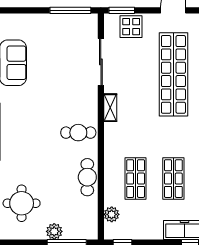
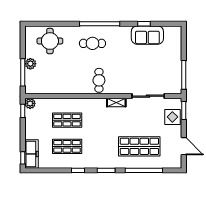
shop shelf: (173, 74) -> (139, 146), width x0.71
cafe table: (87, 177) -> (92, 43), moved
plant: (112, 214) -> (30, 103), moved

